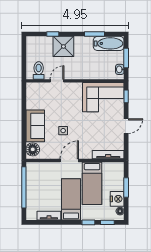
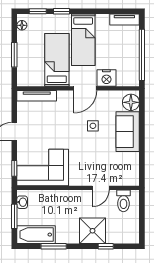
nightstand: (117, 199) -> (106, 78), moved, turned -90
tv unit: (49, 216) -> (124, 20), moved

